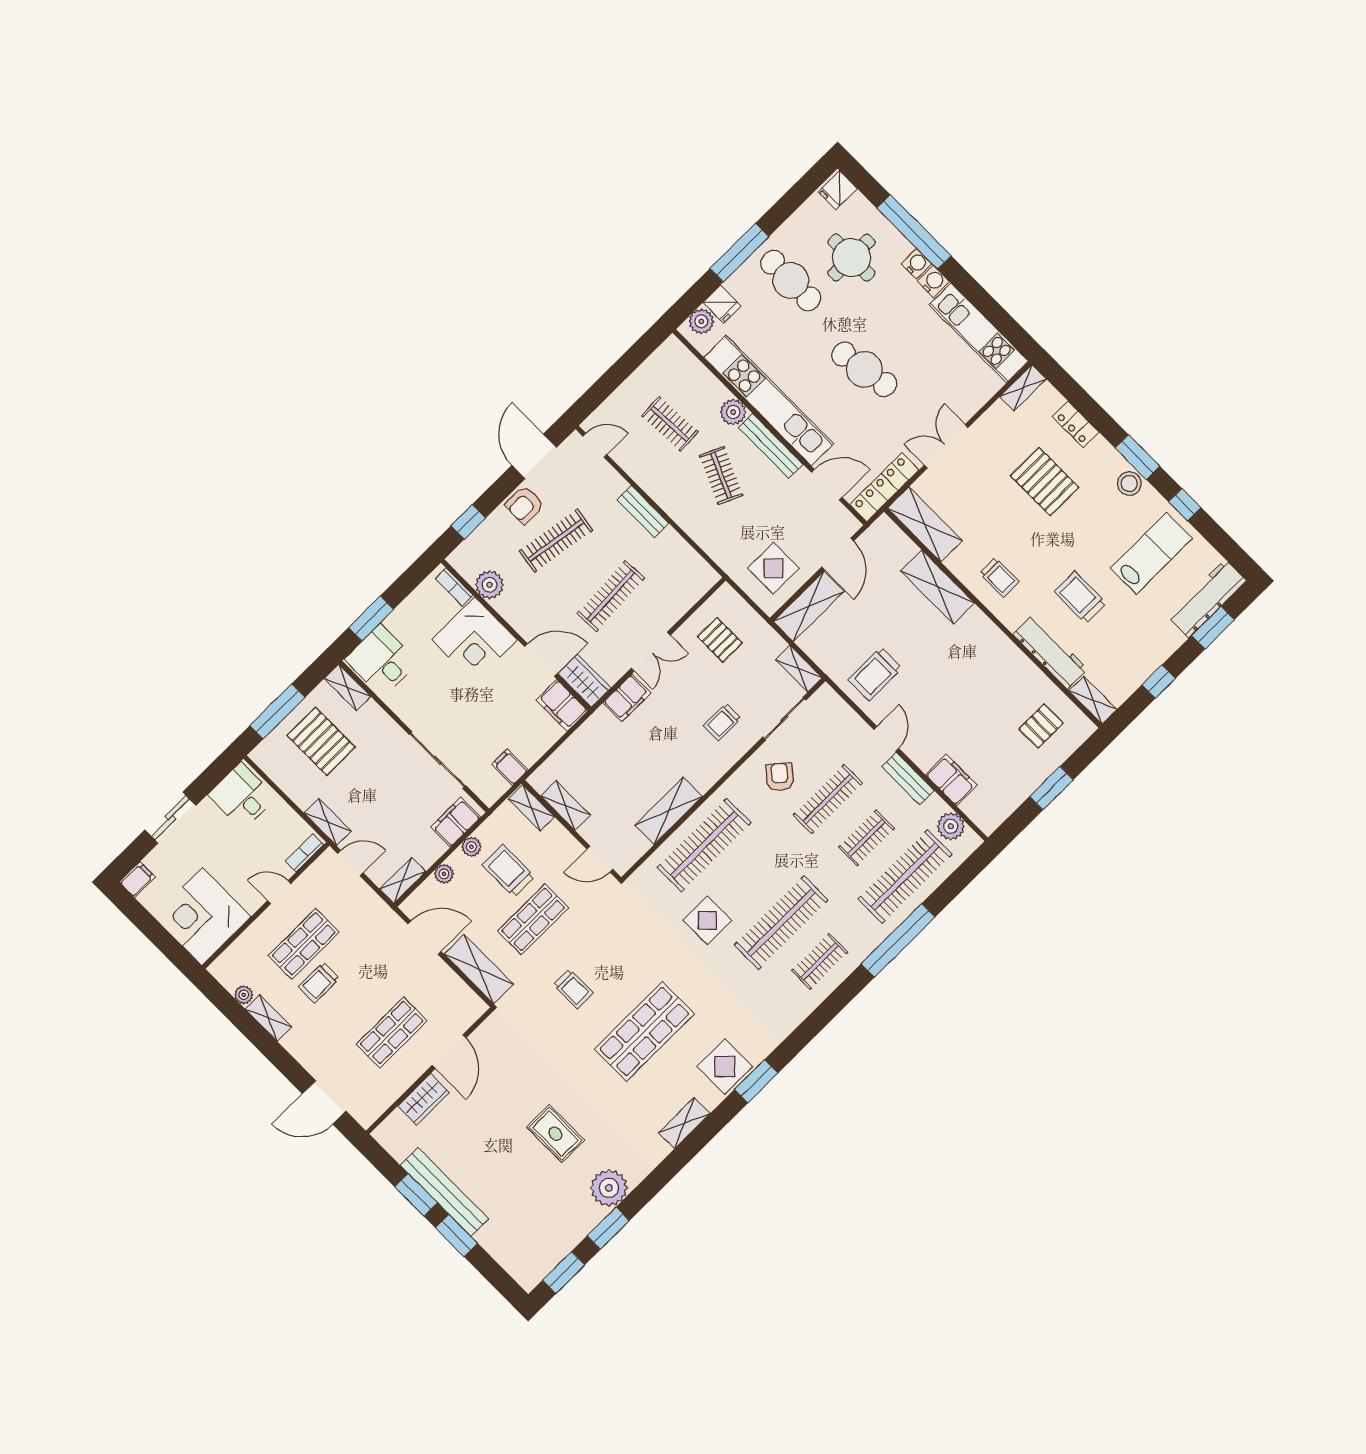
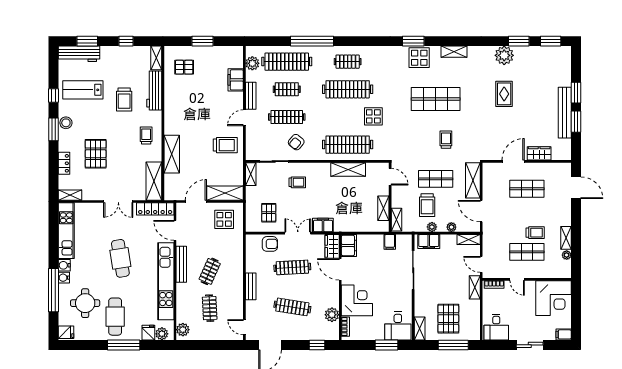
plant: (733, 412) -> (183, 330), moved
armchair: (524, 505) -> (270, 244), moved

